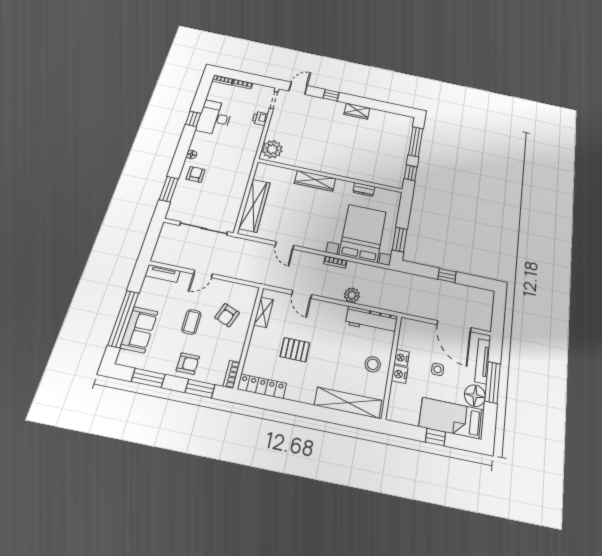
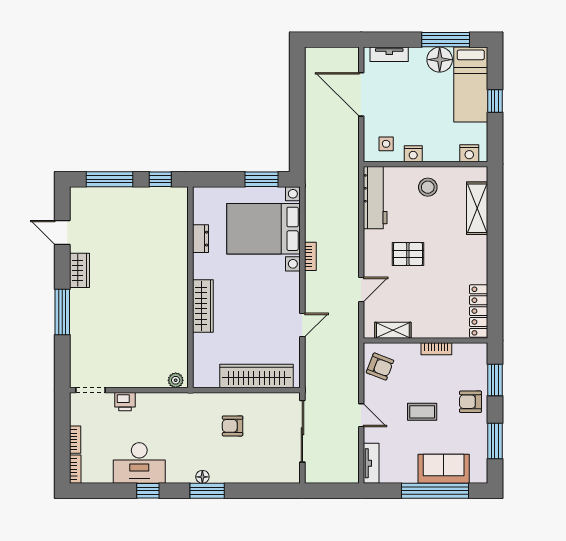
door: (298, 88) -> (62, 232), moved
window: (331, 95) -> (62, 312), width x2.17
plant: (272, 149) -> (176, 380), width x0.53, depth x0.53
armchair: (196, 174) -> (233, 426), moved
window: (169, 189) -> (207, 491), moved
window: (447, 276) -> (297, 111), removed
plant: (352, 295) -> (349, 228), removed
armchair: (227, 315) -> (380, 367), moved
door: (454, 326) -> (361, 94), swing flipped
pallet: (295, 350) -> (408, 254), moved, turned 90
tv unit: (483, 361) -> (389, 54), width x0.71
armchair: (188, 364) -> (470, 402), turned -90
side table: (438, 369) -> (386, 144), moved
bookcase: (232, 374) -> (436, 349), moved
nightstand: (400, 374) -> (469, 153), moved
window: (493, 382) -> (446, 40), moved
shelving: (348, 403) -> (477, 208), width x0.68

